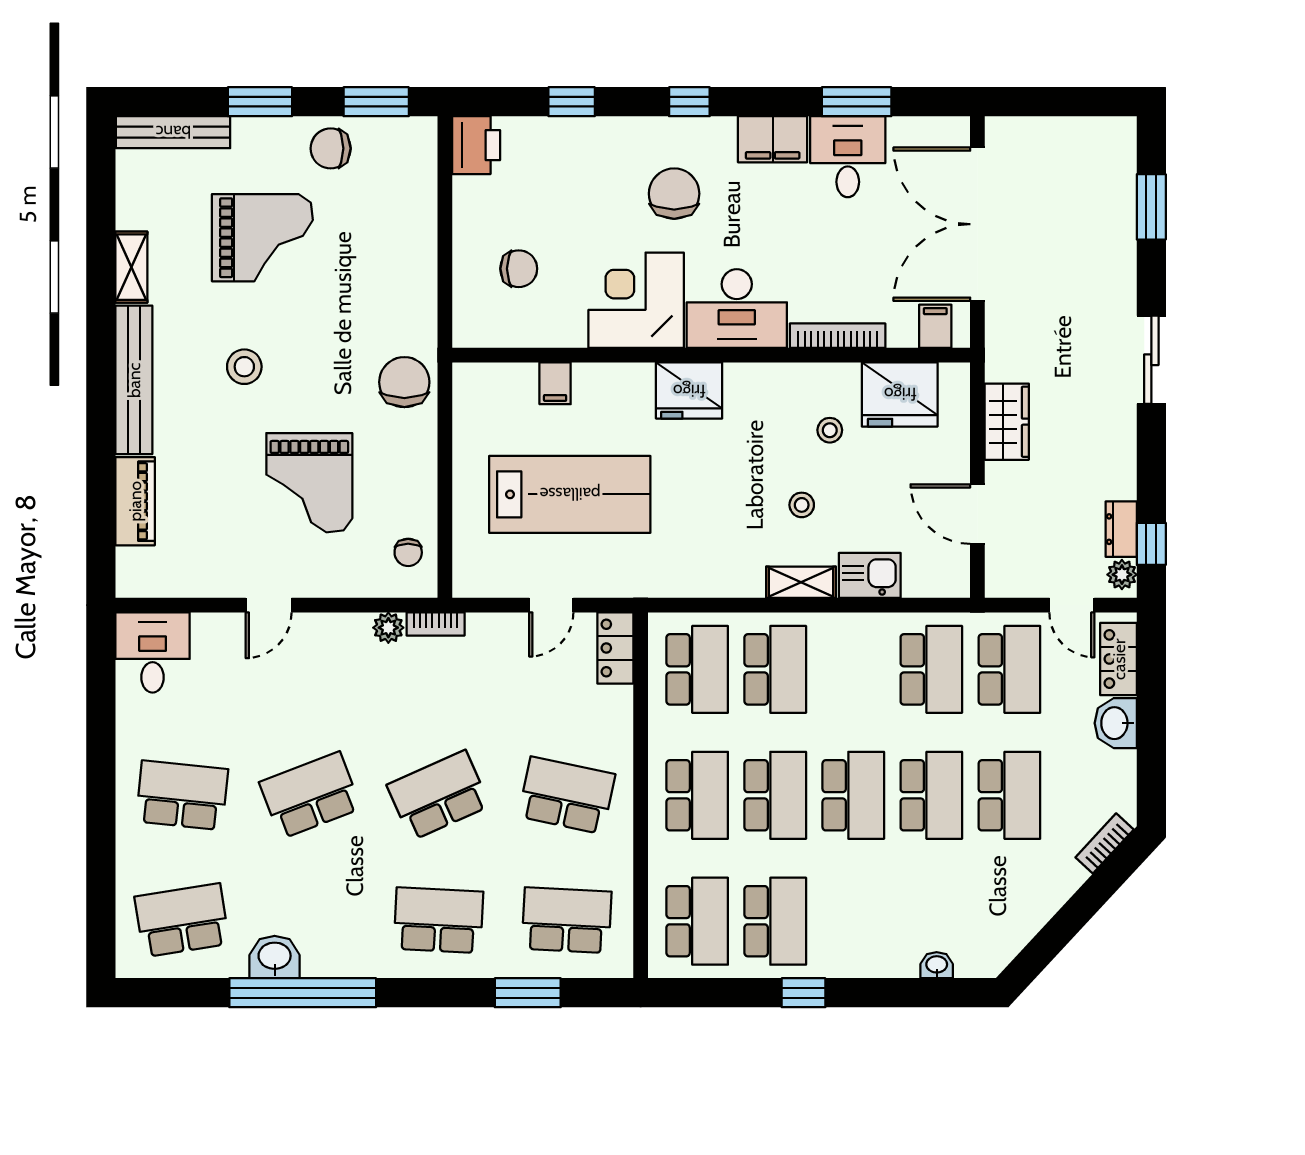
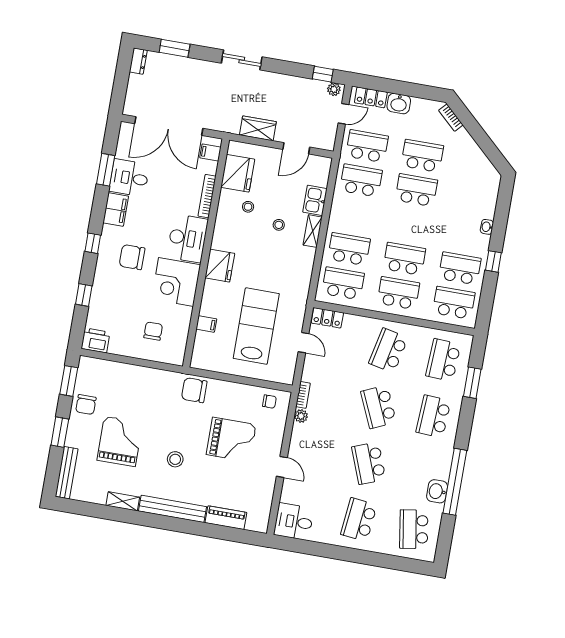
dresser: (1121, 529) -> (138, 61), moved, turned -90
school desk: (853, 795) -> (410, 224), removed
washbasin: (937, 965) -> (487, 227), moved

